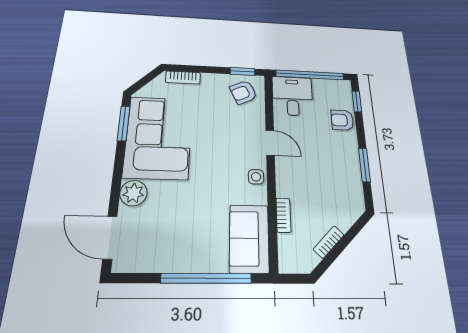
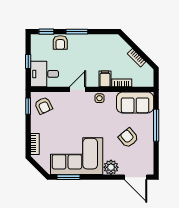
window: (310, 75) -> (28, 61), width x0.32
window: (364, 165) -> (77, 32), moved
filing cabinet: (289, 187) -> (105, 79), added
armchair: (185, 225) -> (128, 138), added
door: (110, 237) -> (136, 177), hinge flipped
window: (206, 278) -> (156, 125), width x0.68

